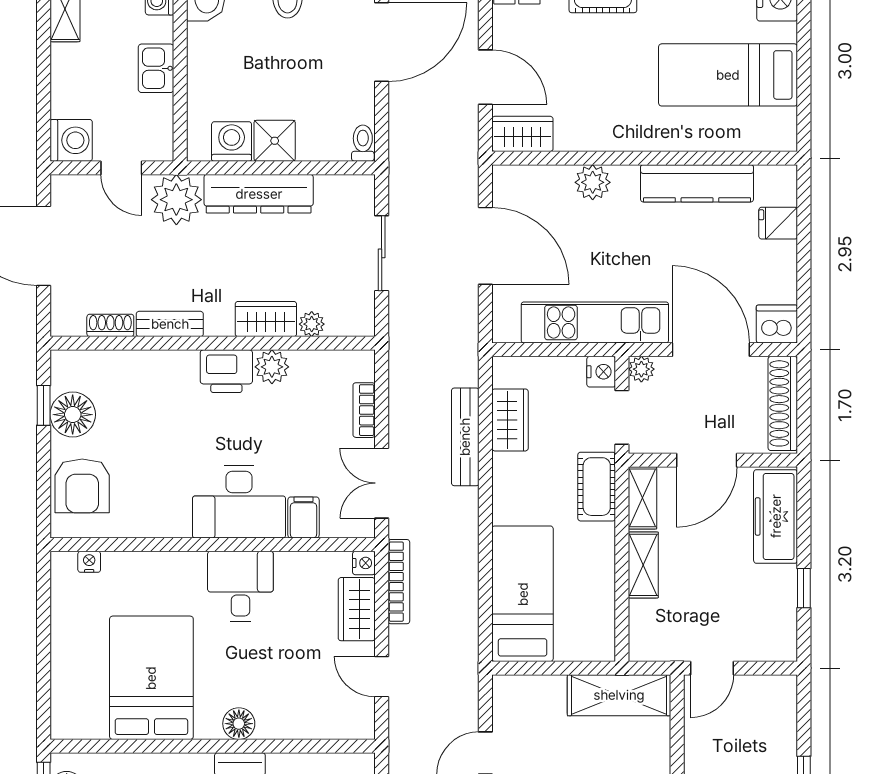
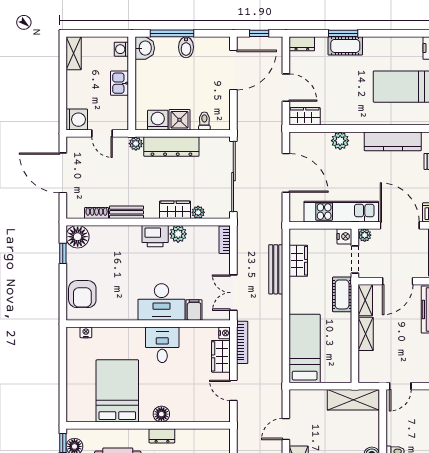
toilet: (363, 143) -> (204, 121), moved
plant: (176, 200) -> (136, 144), width x0.53, depth x0.53
sliding door: (382, 253) -> (233, 177), width x1.86
bookcase: (364, 410) -> (225, 240), moved
floor lamp: (73, 415) -> (78, 237), moved

